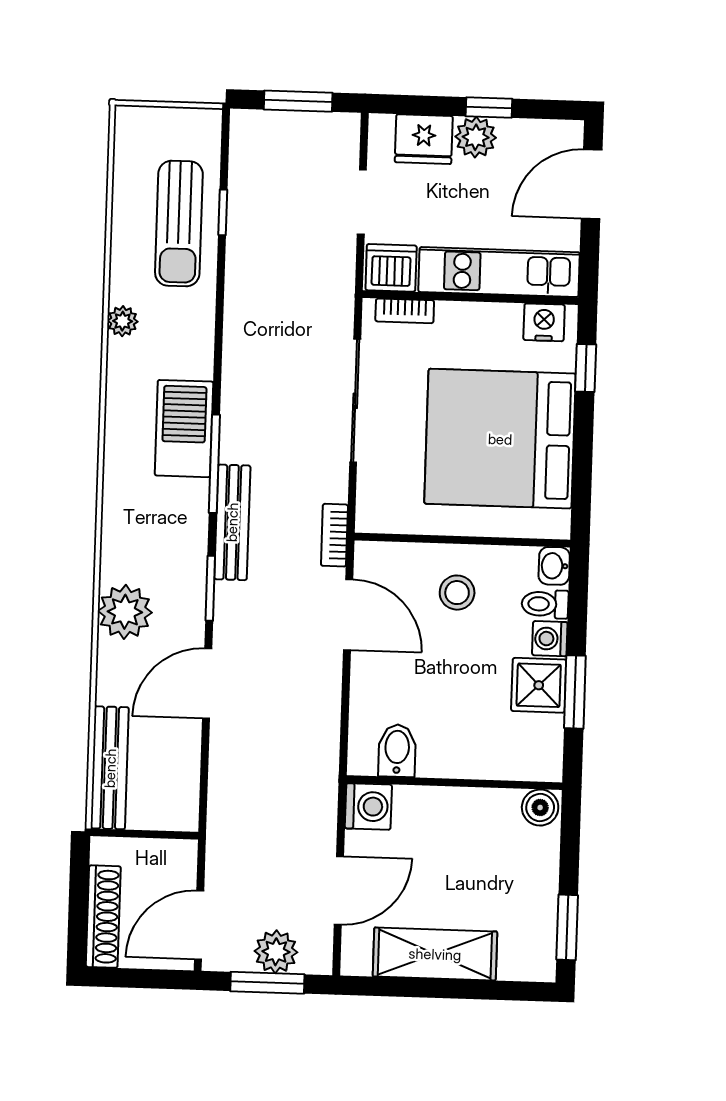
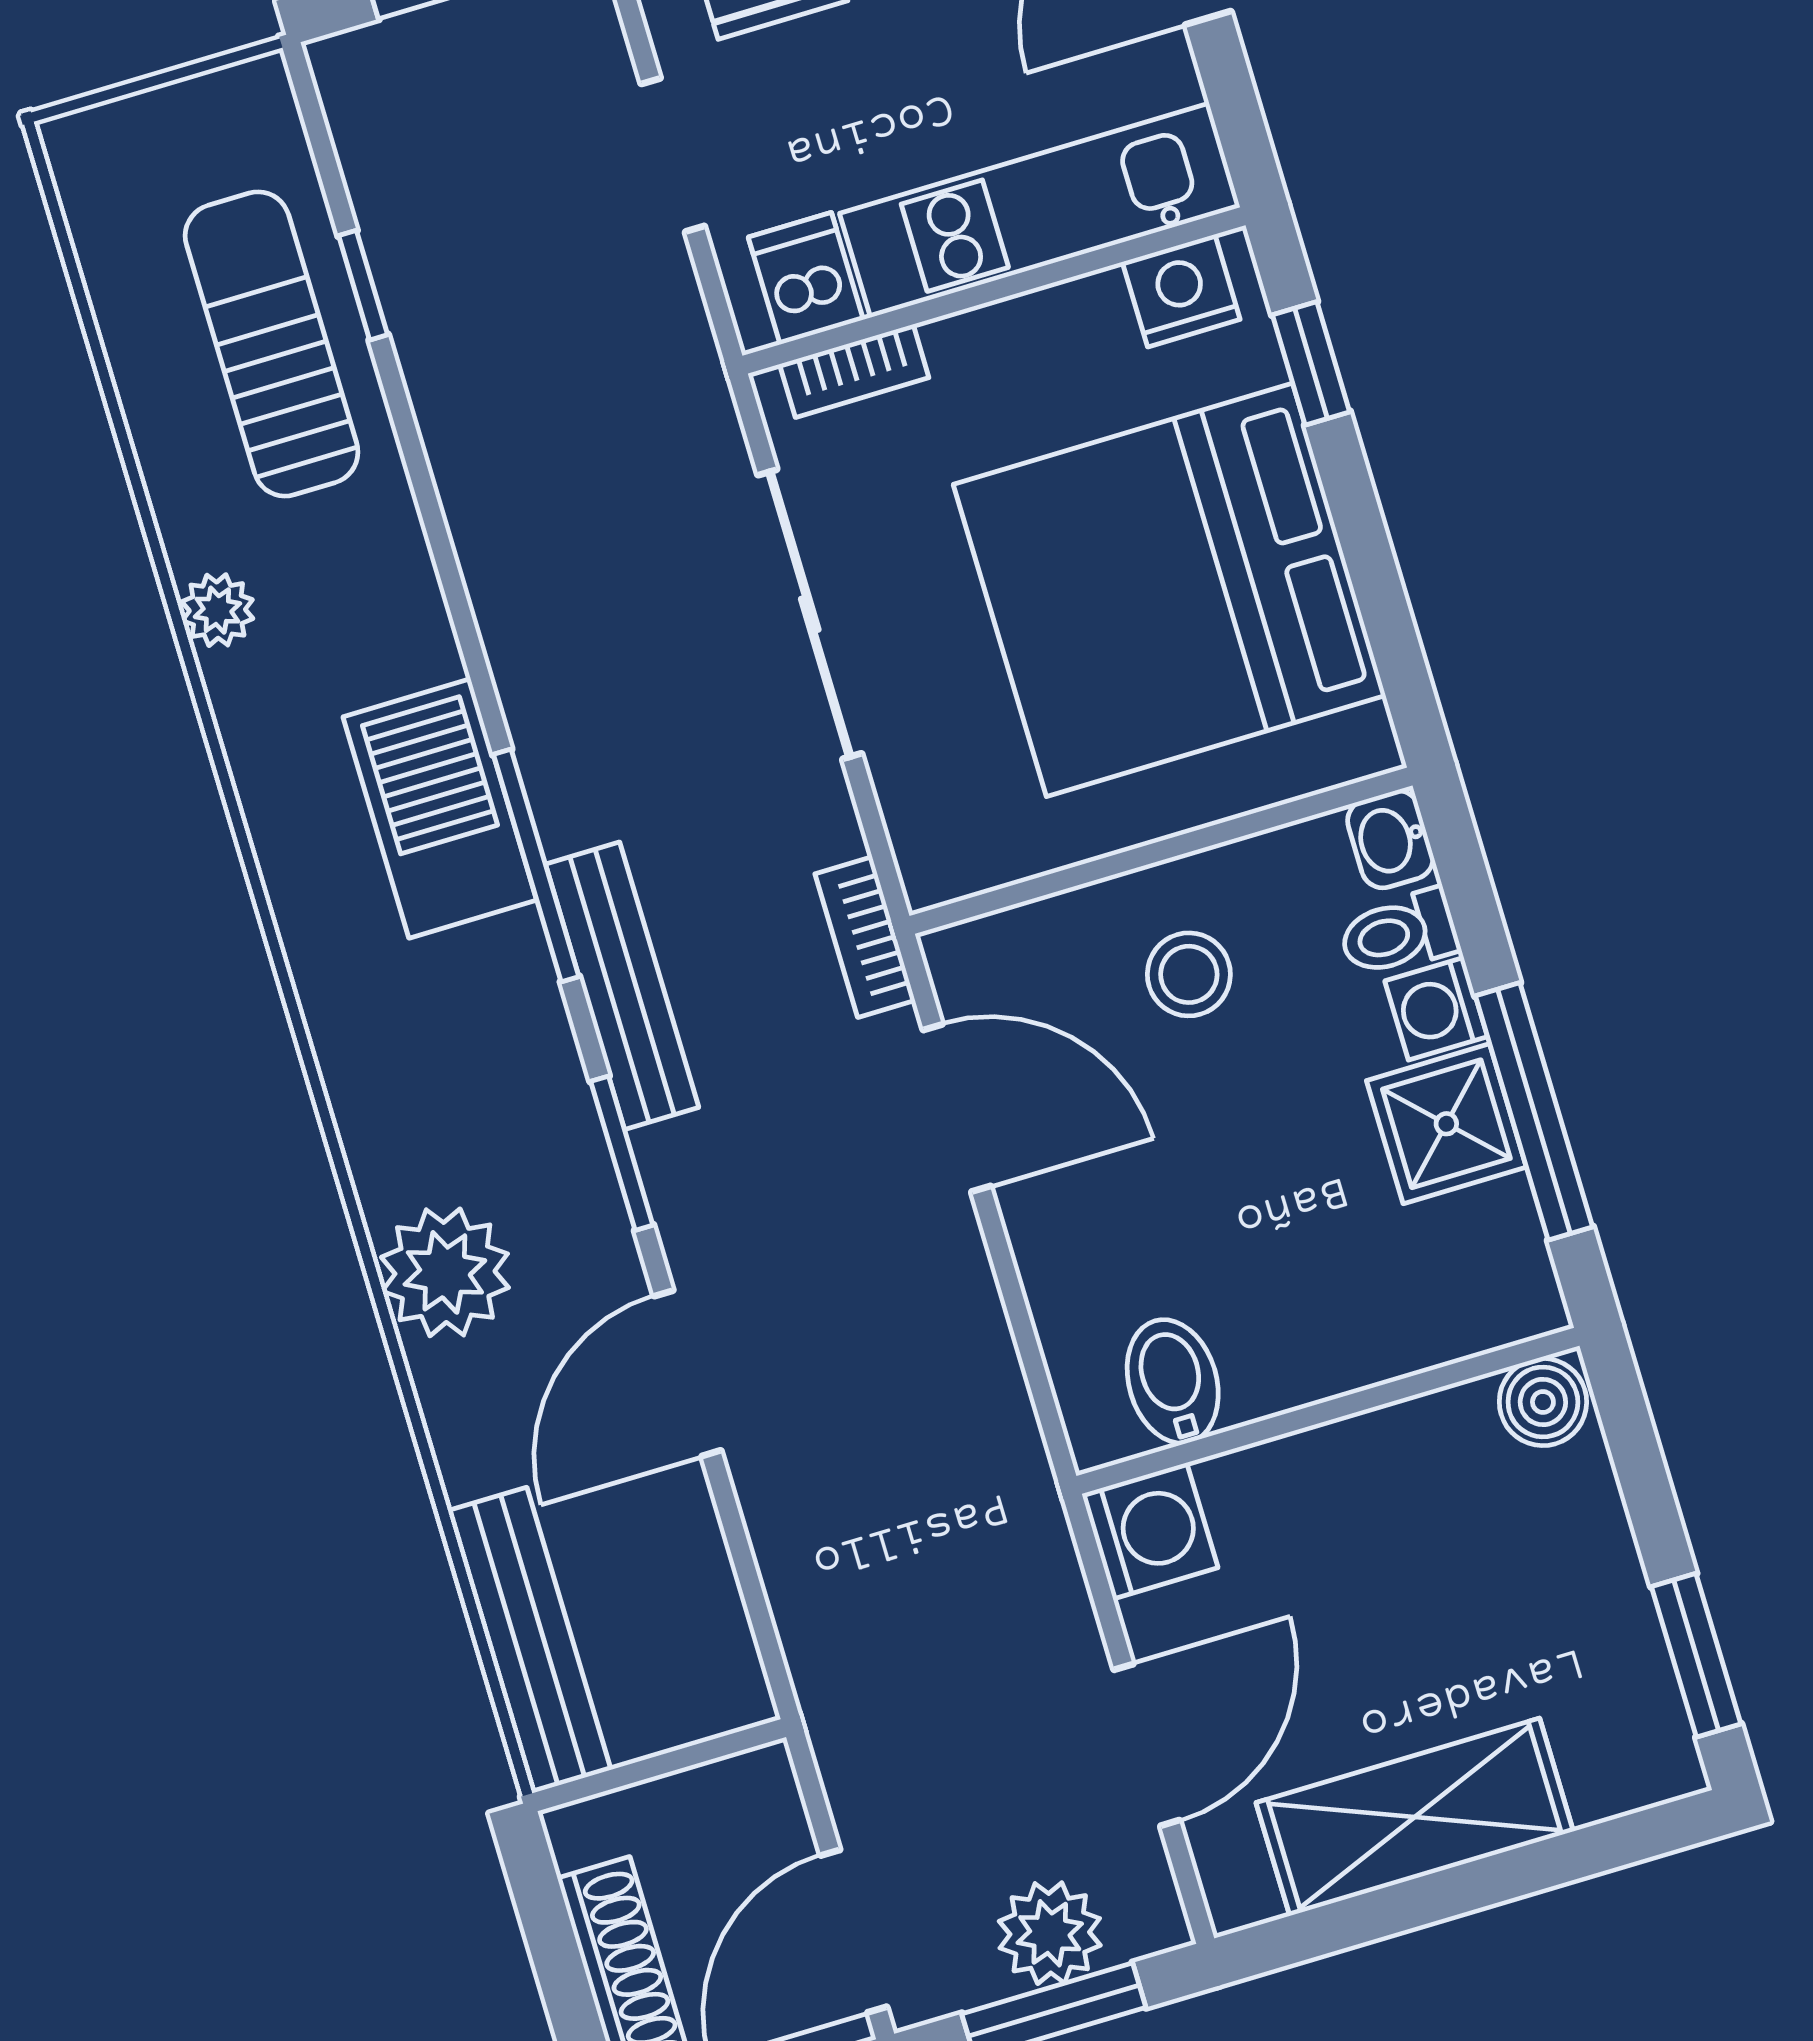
sun lounger: (179, 223) -> (272, 344), turned 180
dishwasher: (391, 268) -> (806, 278), width x0.73
window: (575, 692) -> (1534, 1111), width x1.44

